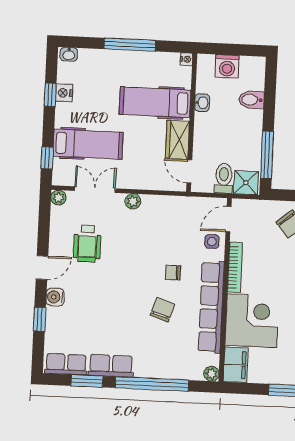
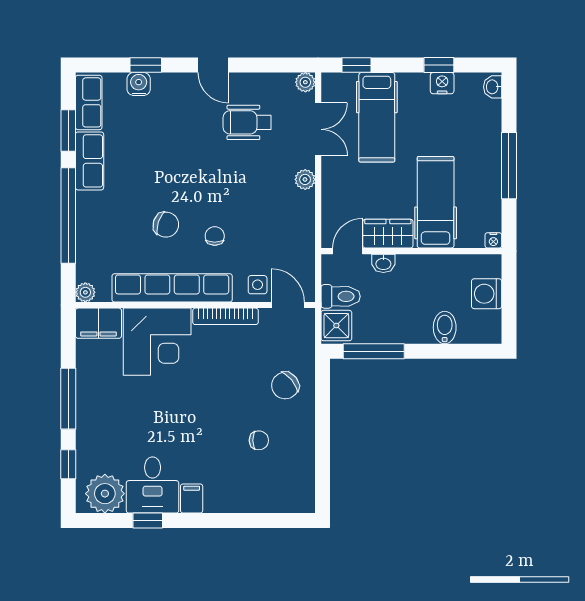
washbasin: (202, 103) -> (383, 263), moved
water cooler: (55, 297) -> (139, 84), moved

